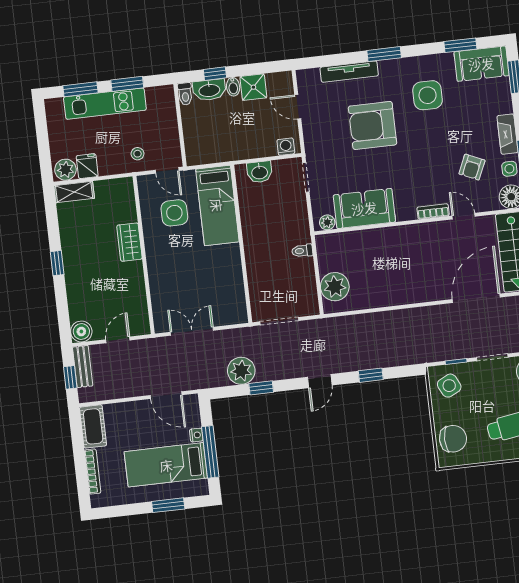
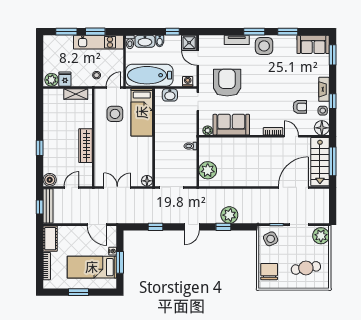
window: (460, 45) -> (288, 32), moved
tv unit: (349, 72) -> (237, 40), width x0.71
window: (215, 74) -> (172, 32), moved
shower: (253, 87) -> (189, 43), moved
side table: (428, 95) -> (264, 46), moved
kitchen unit: (105, 104) -> (99, 42), moved
armchair: (372, 125) -> (227, 83), moved, turned 90
bathtub: (223, 144) -> (149, 75), added
armchair: (472, 167) -> (300, 107), turned -114
door: (167, 170) -> (114, 87), swing flipped
shelving: (74, 192) -> (76, 94), moved
wardrobe: (129, 242) -> (85, 146), moved, width x1.50
window: (57, 263) -> (40, 148), moved
floor lamp: (239, 315) -> (147, 181), added
bench: (83, 366) -> (48, 206), width x1.36
plant: (241, 371) -> (229, 215), moved
chair: (453, 439) -> (269, 272), turned -90
window: (210, 452) -> (120, 262), width x0.69
window: (168, 505) -> (78, 292), moved

